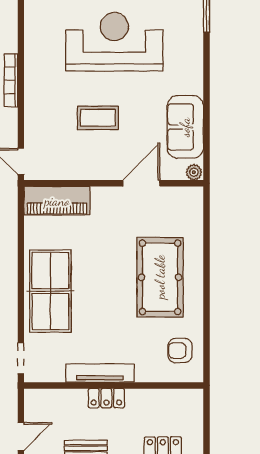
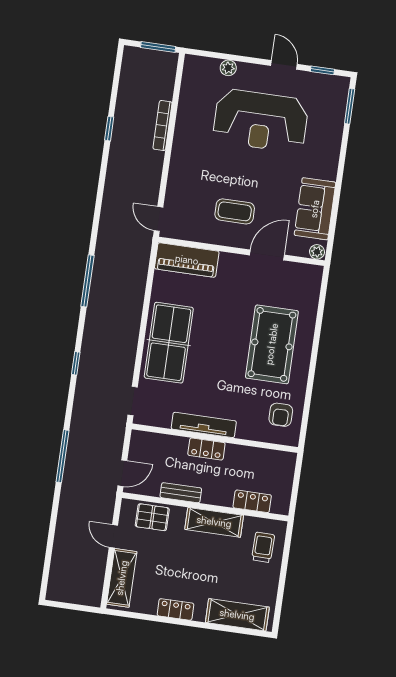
reception desk: (114, 42) -> (261, 121), turned 180
bookcase: (11, 80) -> (163, 125), moved
coffee table: (98, 118) -> (235, 211), moved
armchair: (180, 351) -> (281, 415), turned -90

